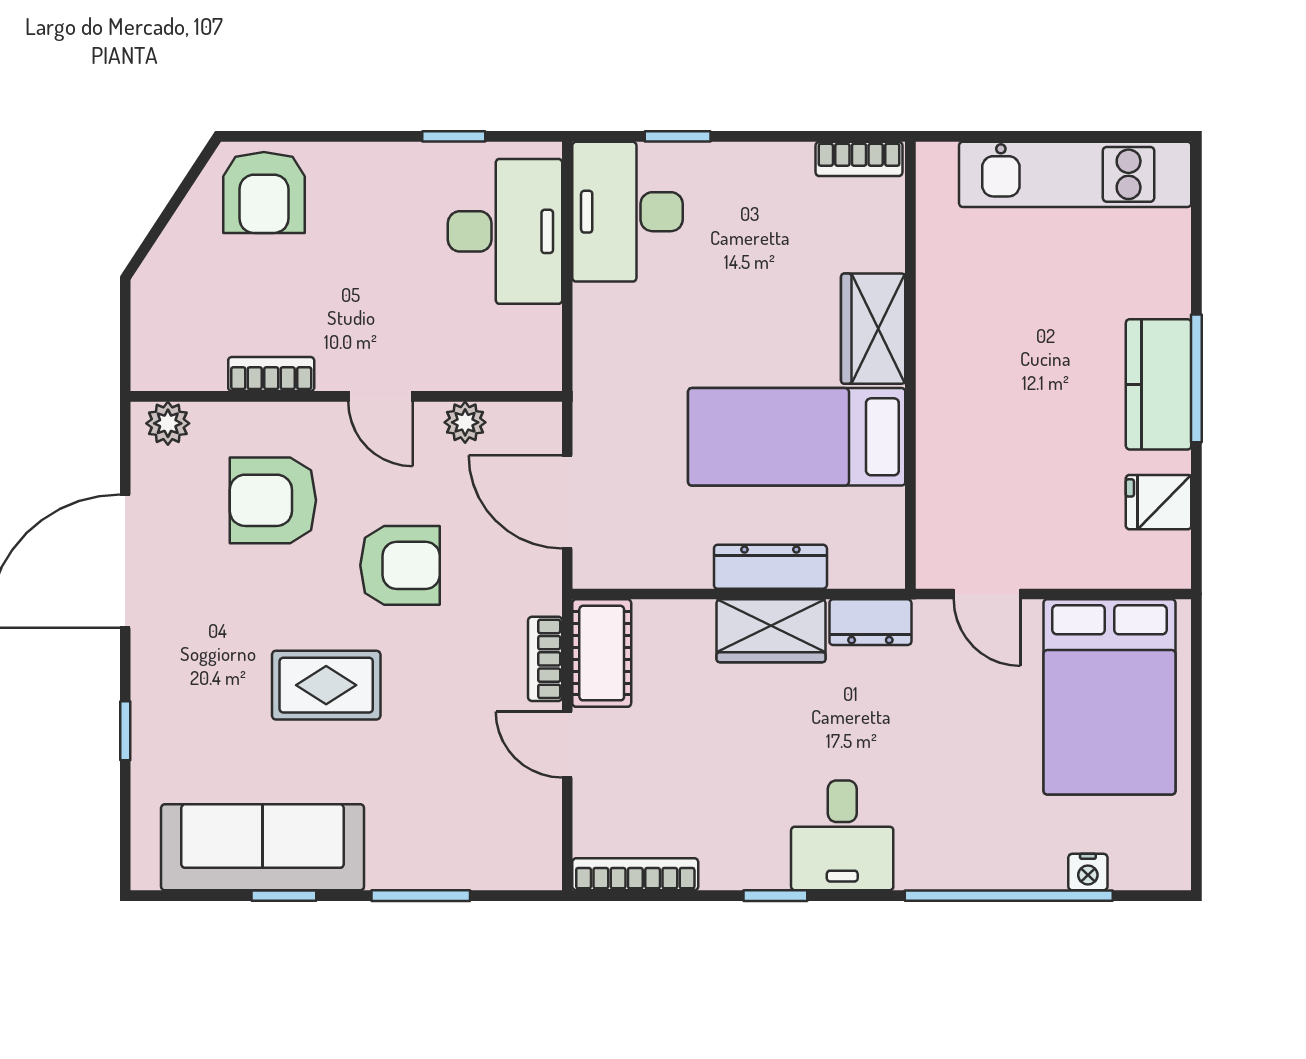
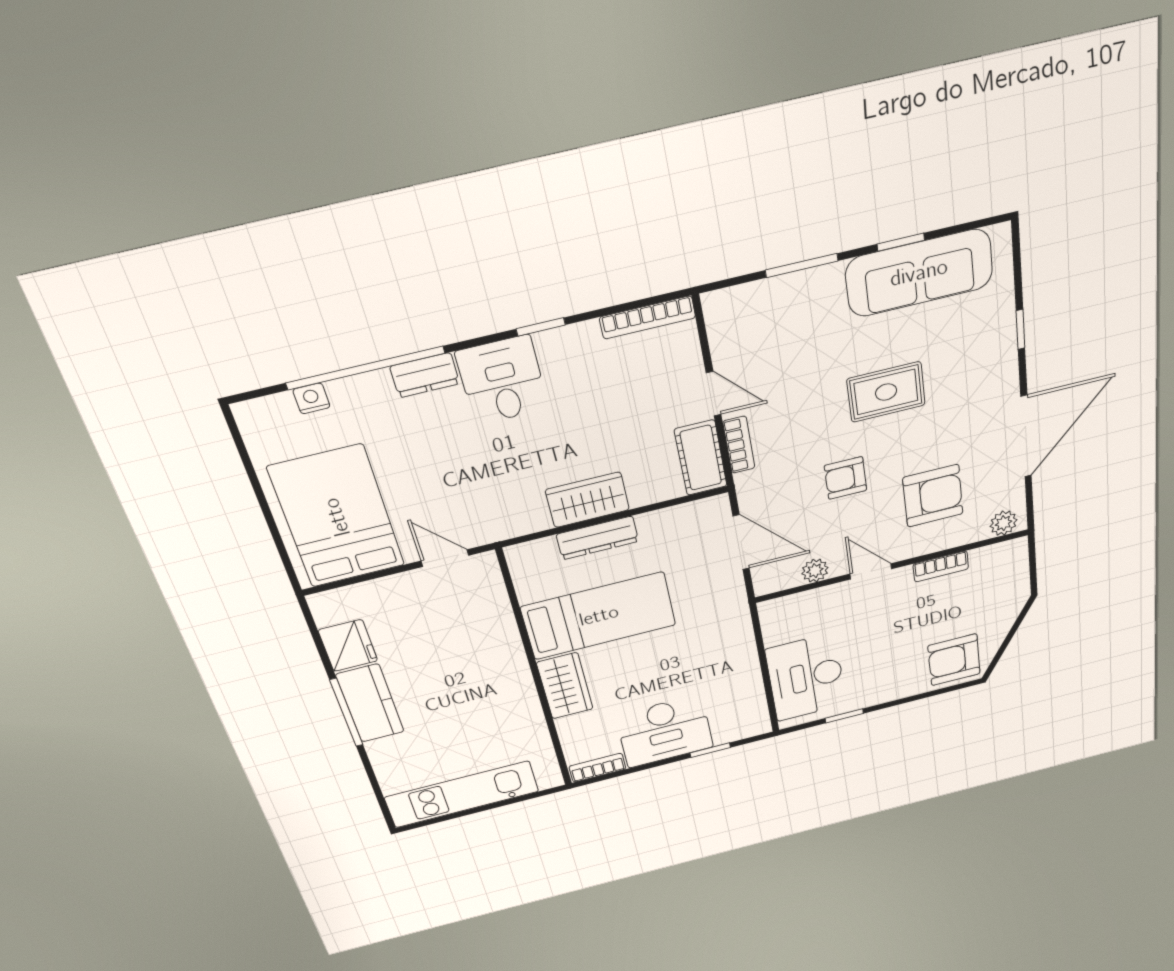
armchair: (264, 192) -> (954, 660), turned -90
desk: (627, 212) -> (665, 731), moved, turned 90
fridge: (1159, 502) -> (348, 646), width x1.38
armchair: (400, 565) -> (846, 478), width x0.72, depth x0.72
dresser: (870, 622) -> (425, 375), moved, turned 180

